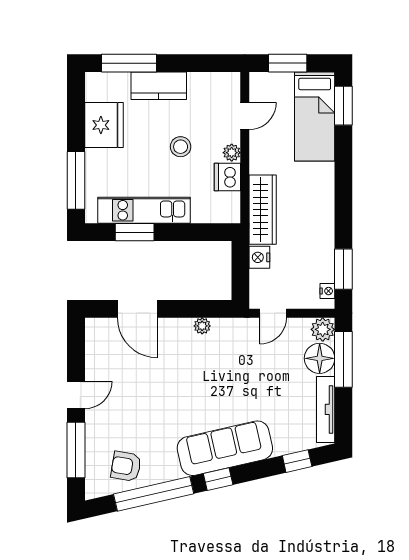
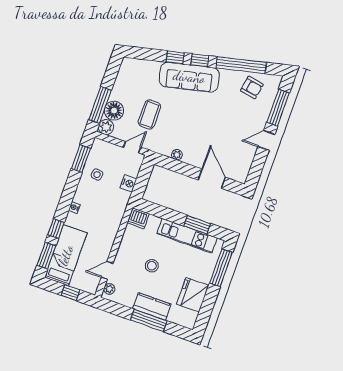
window: (129, 63) -> (149, 320), moved
window: (288, 63) -> (71, 293), width x0.67
window: (343, 151) -> (56, 229), added
plant: (232, 153) -> (109, 289), moved
dishwasher: (227, 177) -> (138, 218), moved, turned 90
wardrobe: (263, 210) -> (116, 211), removed
side table: (311, 254) -> (97, 175), added
nightstand: (327, 291) -> (74, 207), moved
coffee table: (265, 371) -> (149, 114), added
tv unit: (326, 409) -> (121, 79), removed
window: (297, 461) -> (175, 57), moved

